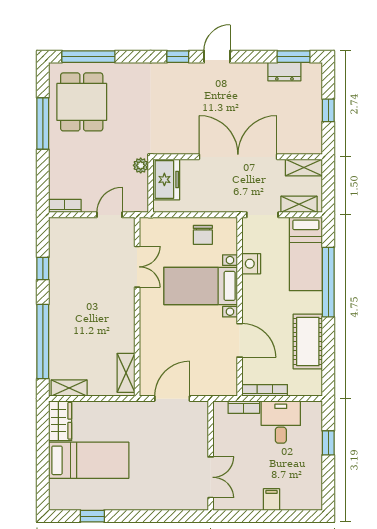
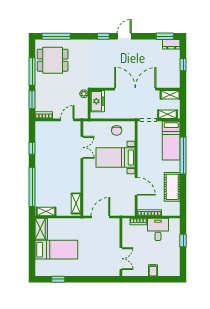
dresser: (284, 72) -> (171, 44), moved
dining table: (82, 102) -> (53, 60), turned 90
window: (43, 177) -> (32, 100), added
nightstand: (251, 264) -> (142, 146), removed

